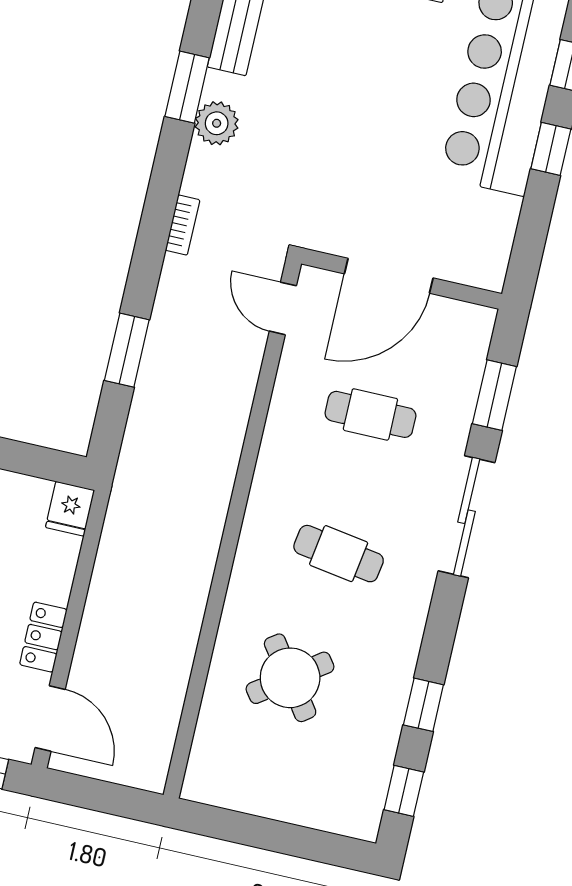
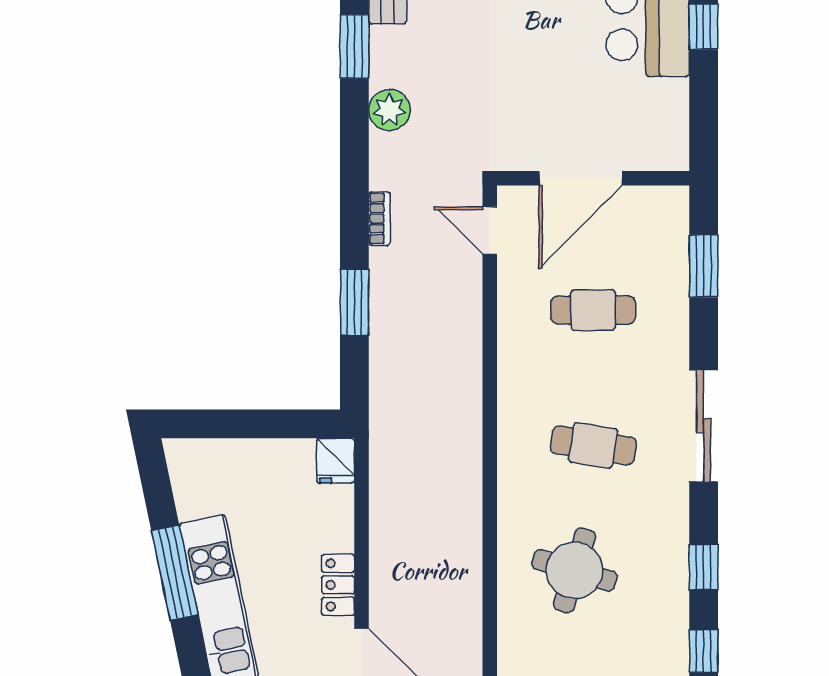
plant: (217, 123) -> (389, 110), moved
bookcase: (183, 225) -> (380, 218), moved
sliding door: (467, 517) -> (704, 426), moved
round table: (290, 678) -> (575, 570), turned -37

